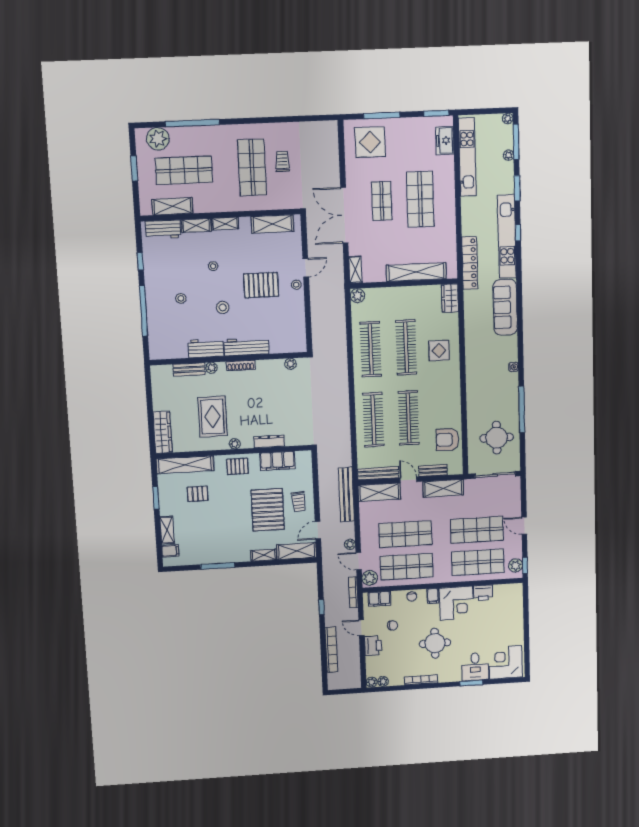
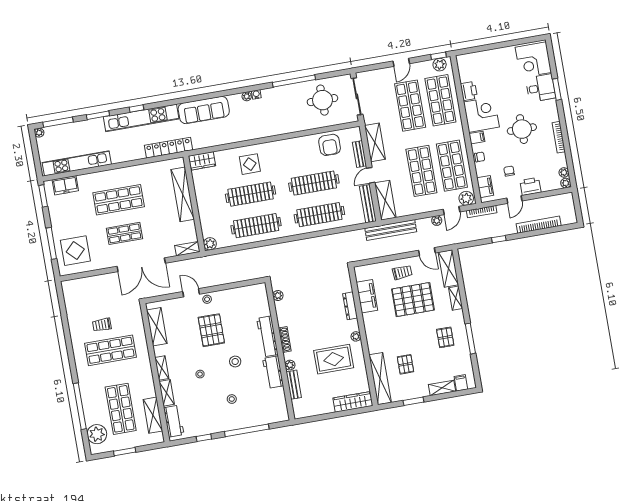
plant: (509, 155) -> (247, 96), moved
pallet: (237, 466) -> (445, 337), moved

